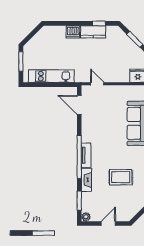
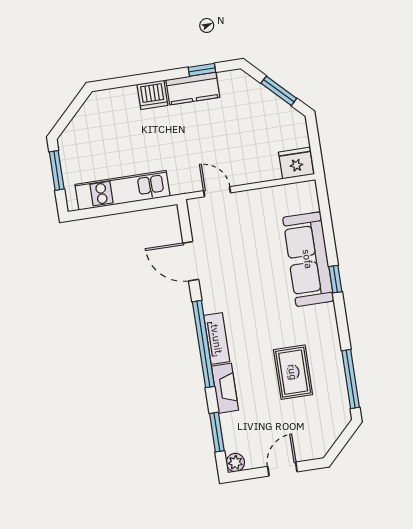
door: (79, 105) -> (191, 261), moved
rug: (121, 177) -> (293, 372), turned 90

